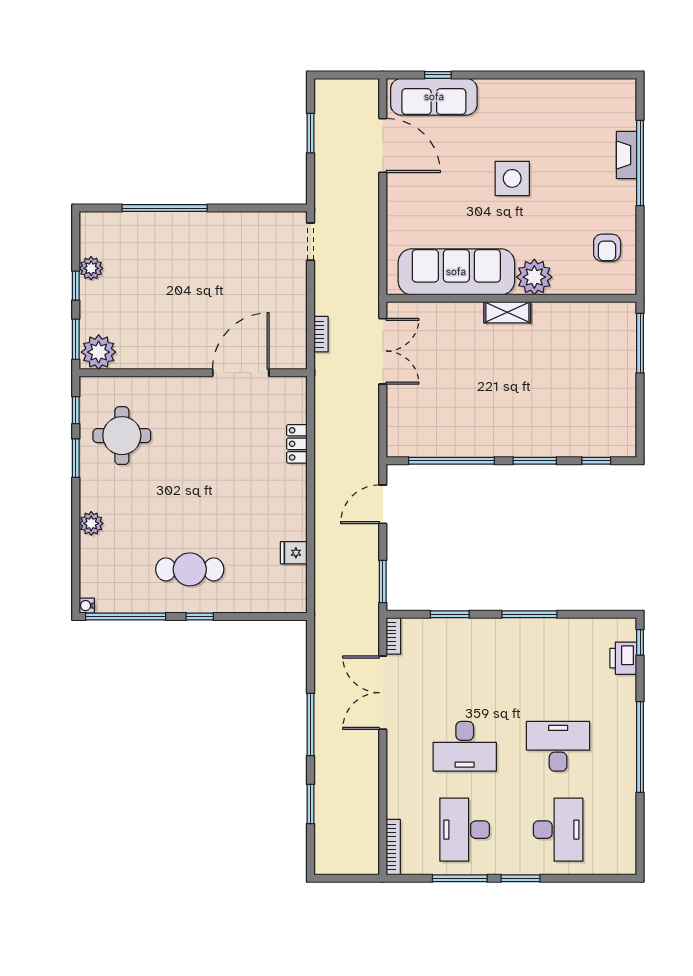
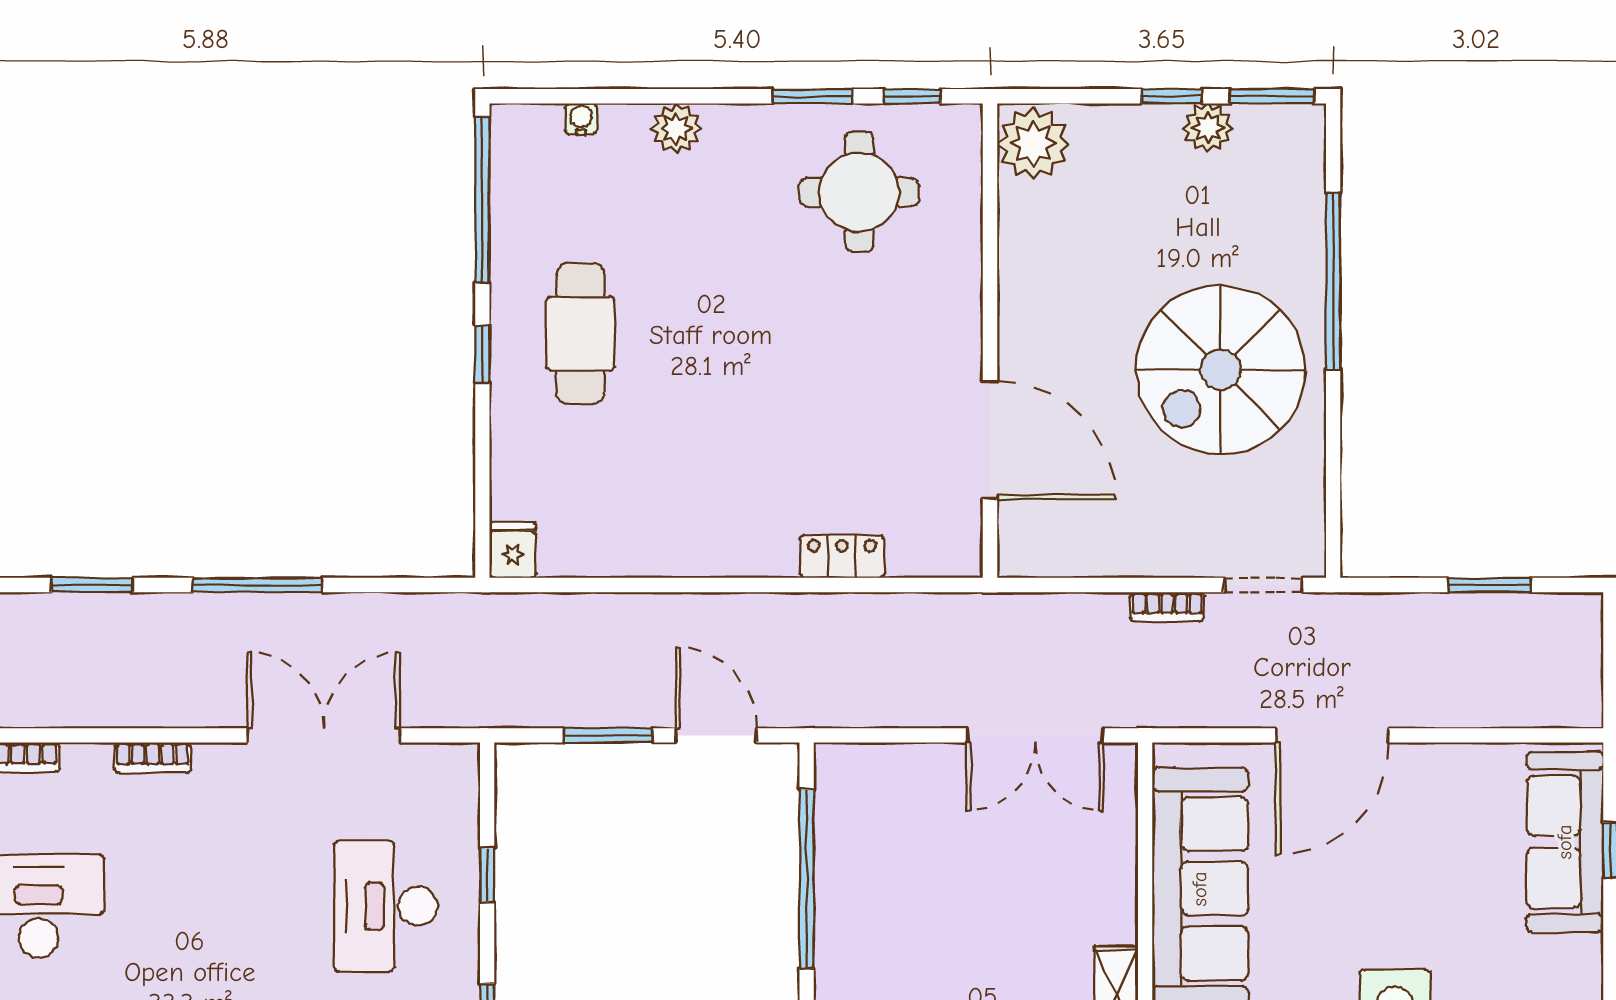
door: (383, 145) -> (1332, 735), moved
spiral stairs: (207, 262) -> (1221, 370), added
bookcase: (321, 334) -> (1167, 607), moved
window: (76, 339) -> (1272, 96), moved
fridge: (294, 553) -> (513, 550), moved
window: (383, 582) -> (608, 735), moved
water cooler: (87, 606) -> (581, 119), moved
window: (450, 614) -> (487, 875), width x0.67
bookcase: (393, 636) -> (153, 758), moved
desk: (465, 746) -> (386, 906), moved

